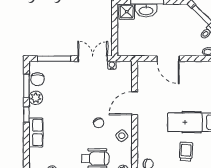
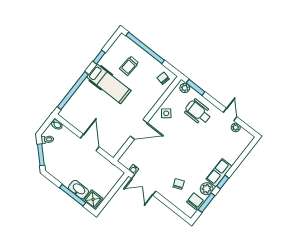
window: (54, 59) -> (171, 207), removed
chair: (99, 123) -> (179, 184), moved
row of seats: (36, 132) -> (219, 173), moved

